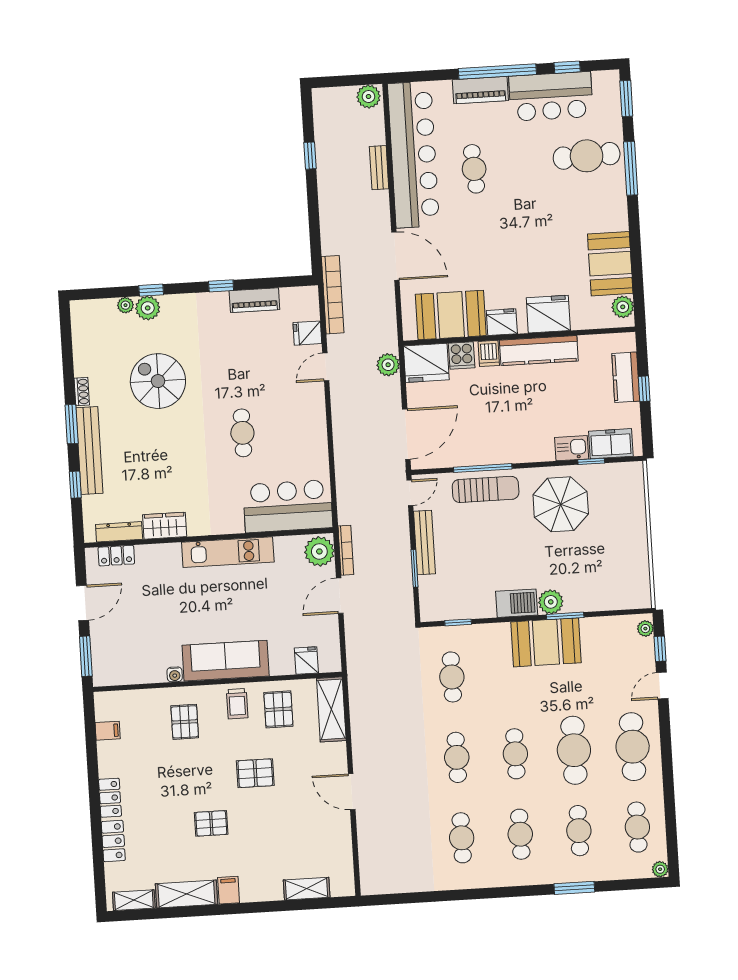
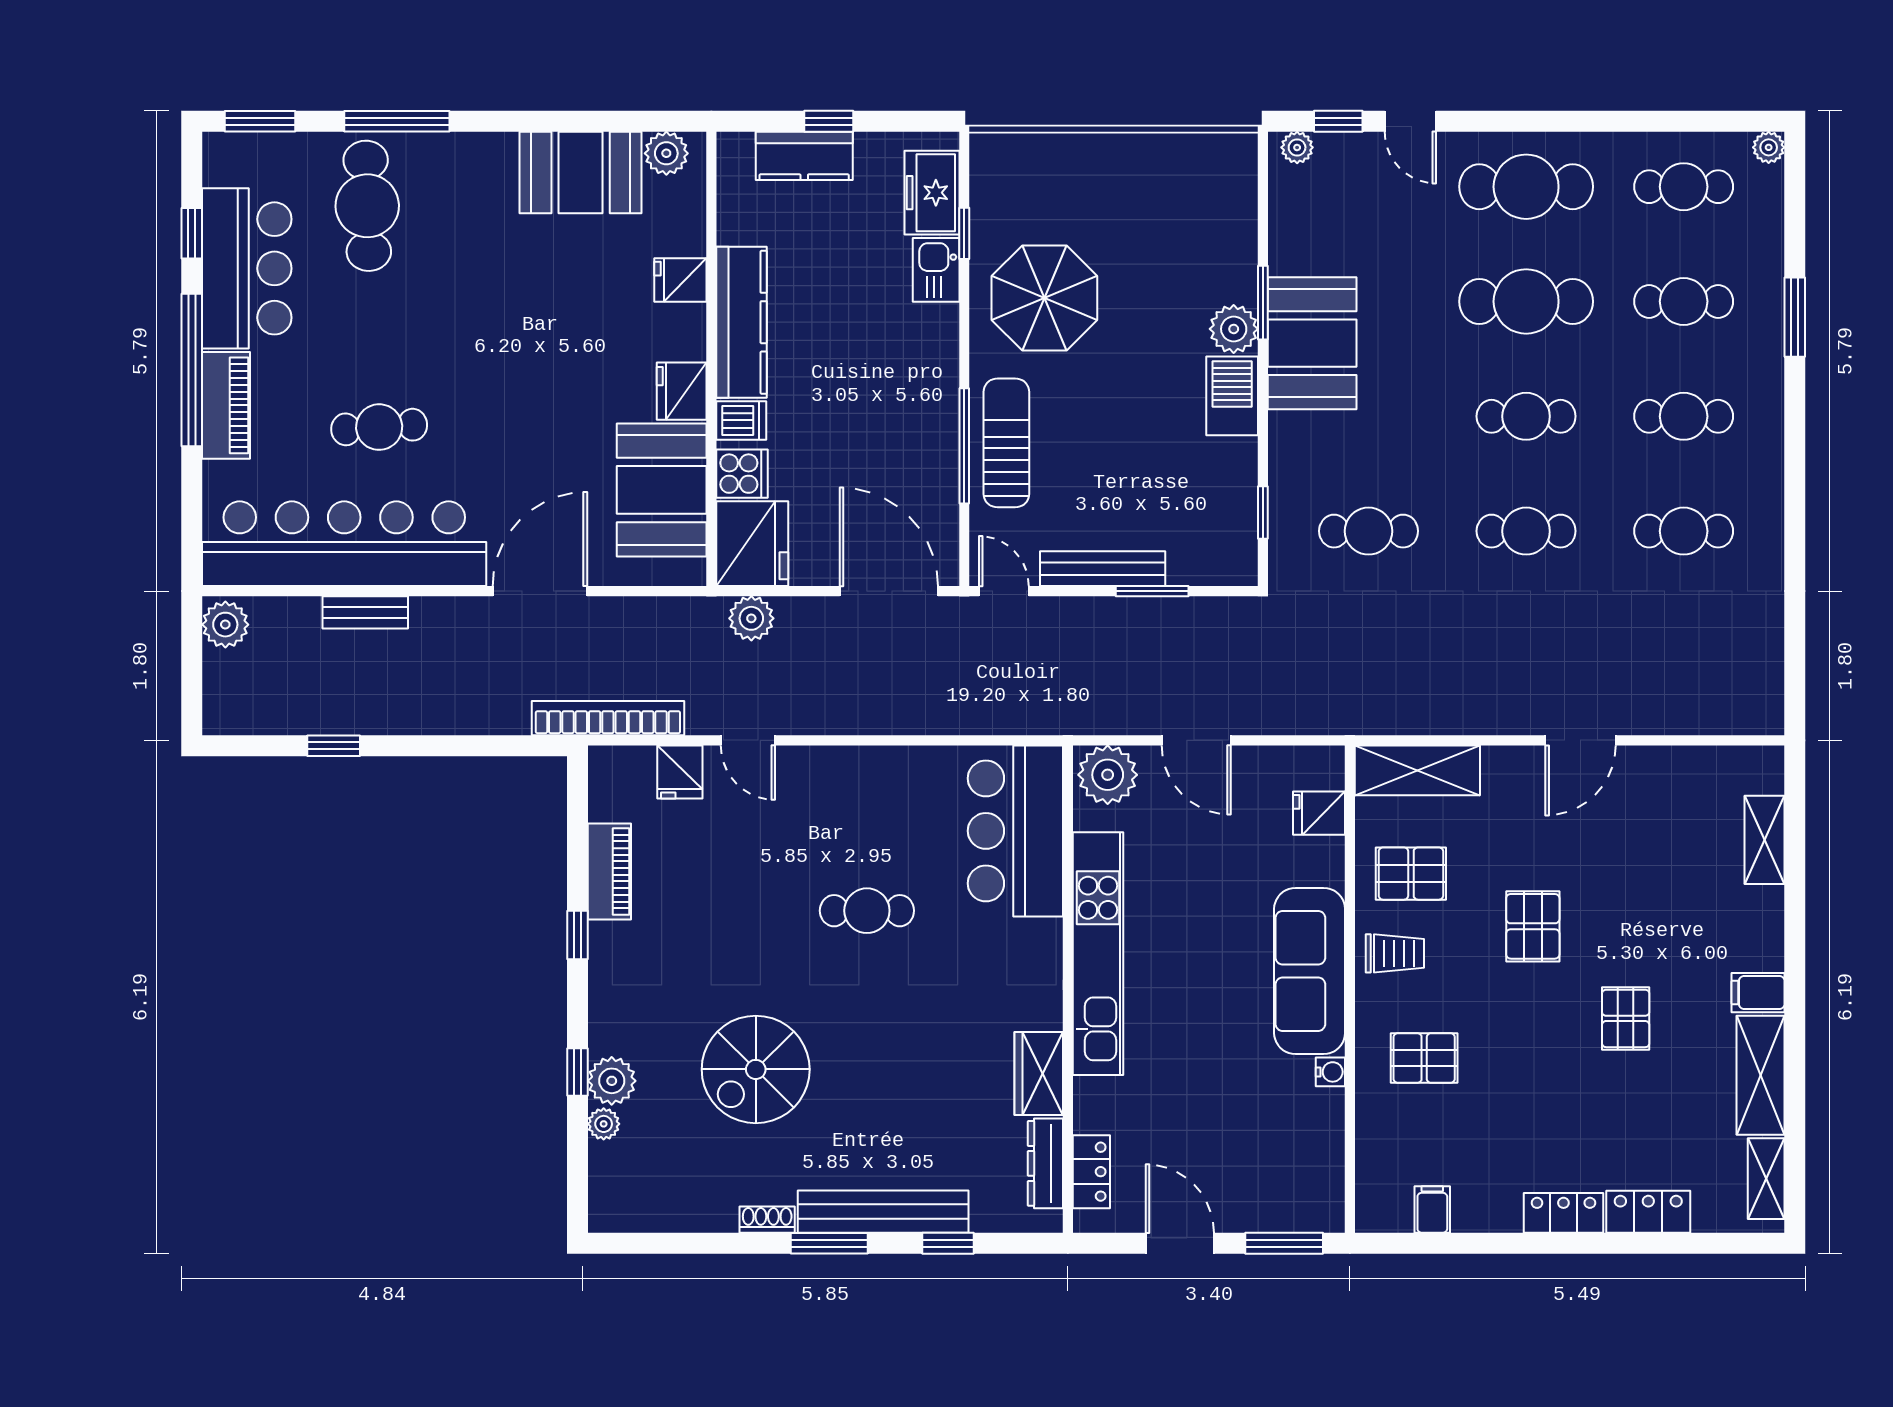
fridge: (548, 314) -> (680, 280), width x0.53, depth x0.75
bookcase: (346, 550) -> (1109, 723), removed
kitchen unit: (228, 552) -> (1098, 954), width x1.36

